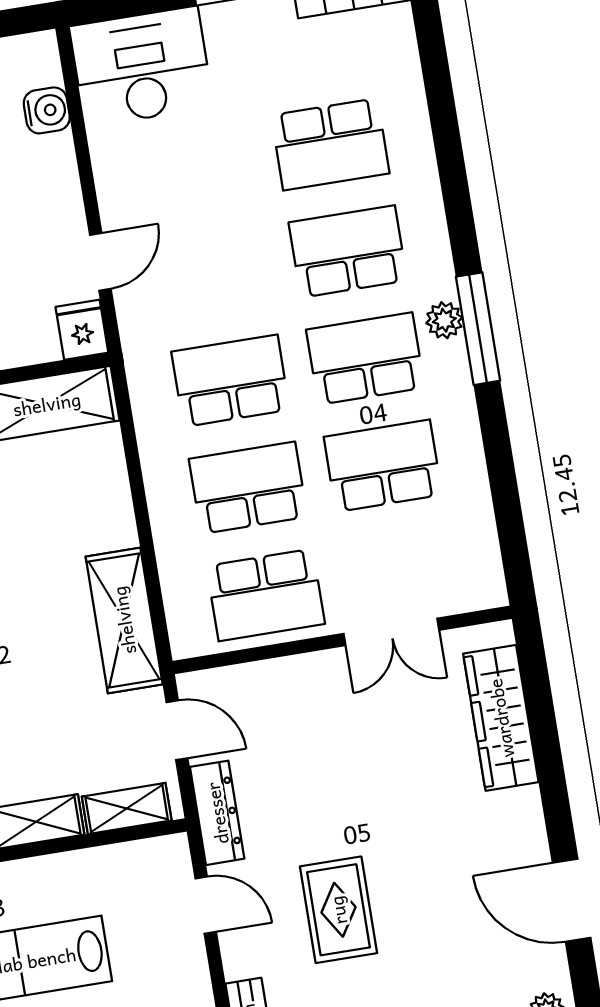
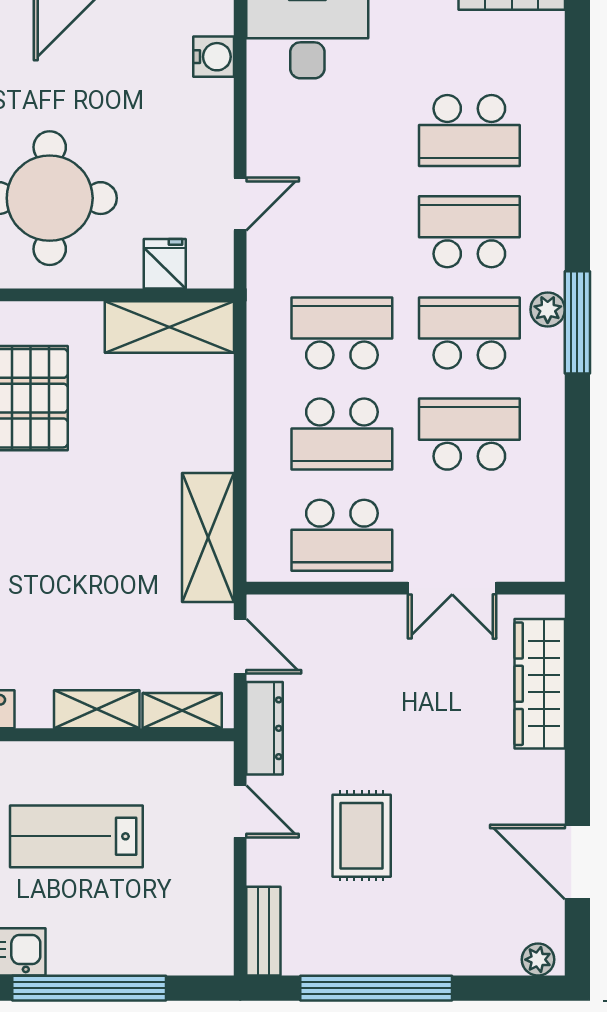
fridge: (82, 330) -> (165, 264), moved
school desk: (248, 488) -> (342, 434), turned 180

